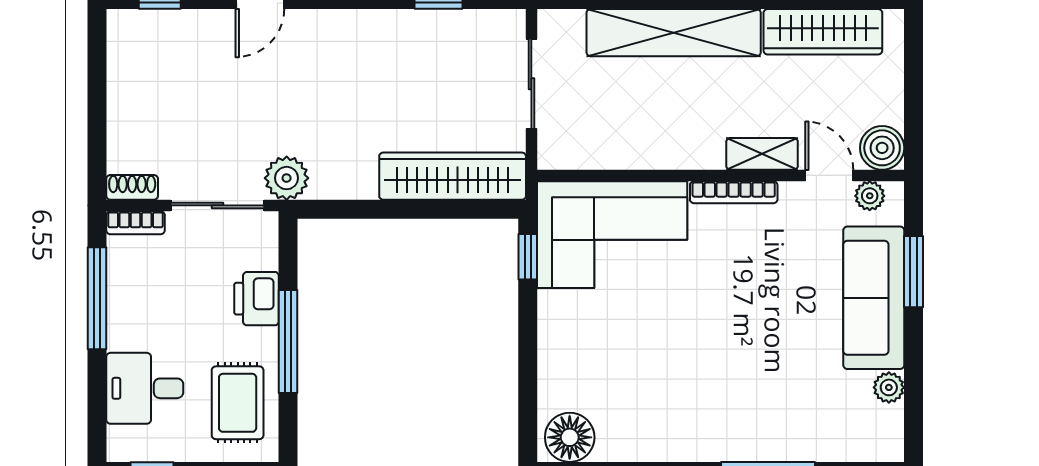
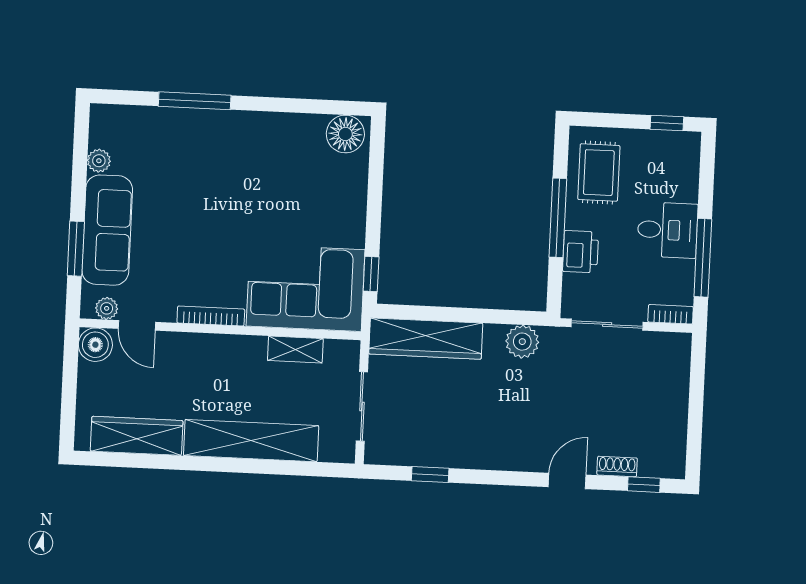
shelving: (762, 154) -> (295, 350), moved
plant: (287, 178) -> (522, 342), moved
shoe rack: (132, 187) -> (617, 467), moved, turned 180
desk: (145, 388) -> (667, 230), moved

